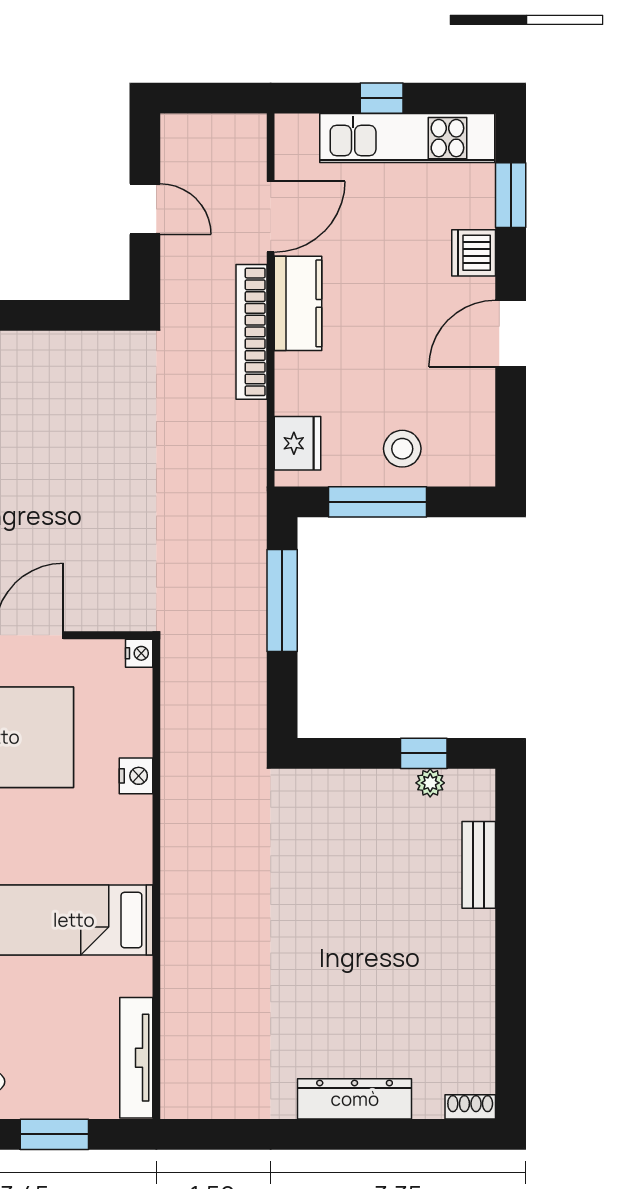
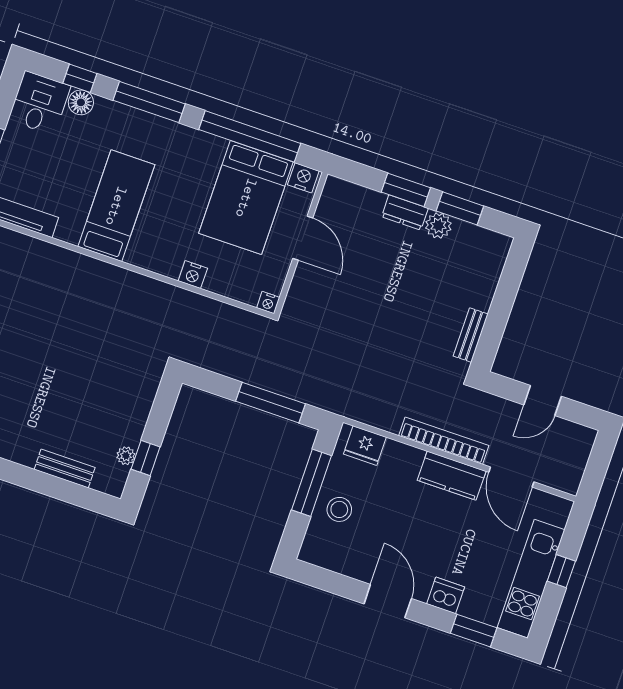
bench: (86, 345) -> (471, 335), added

